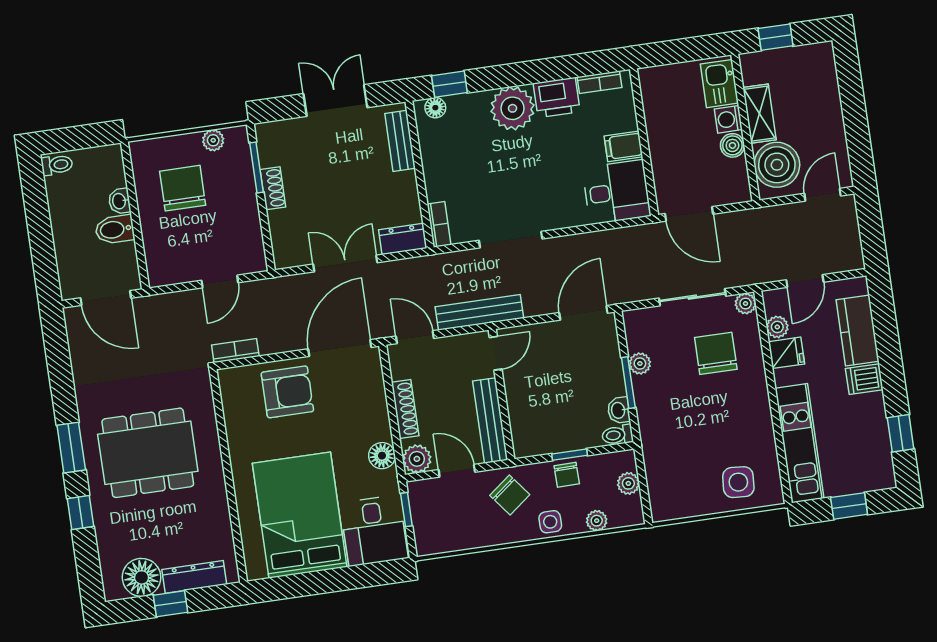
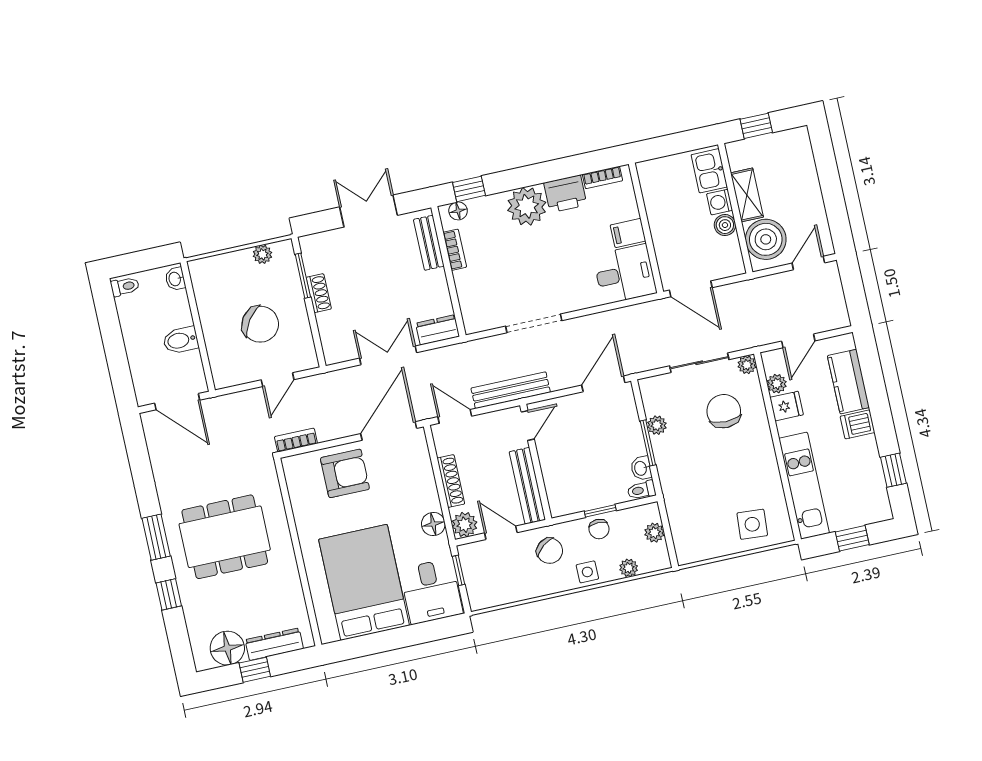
chair: (183, 188) -> (260, 324), moved, turned 125
washbasin: (120, 201) -> (175, 279), moved
bookcase: (439, 224) -> (455, 250), moved

